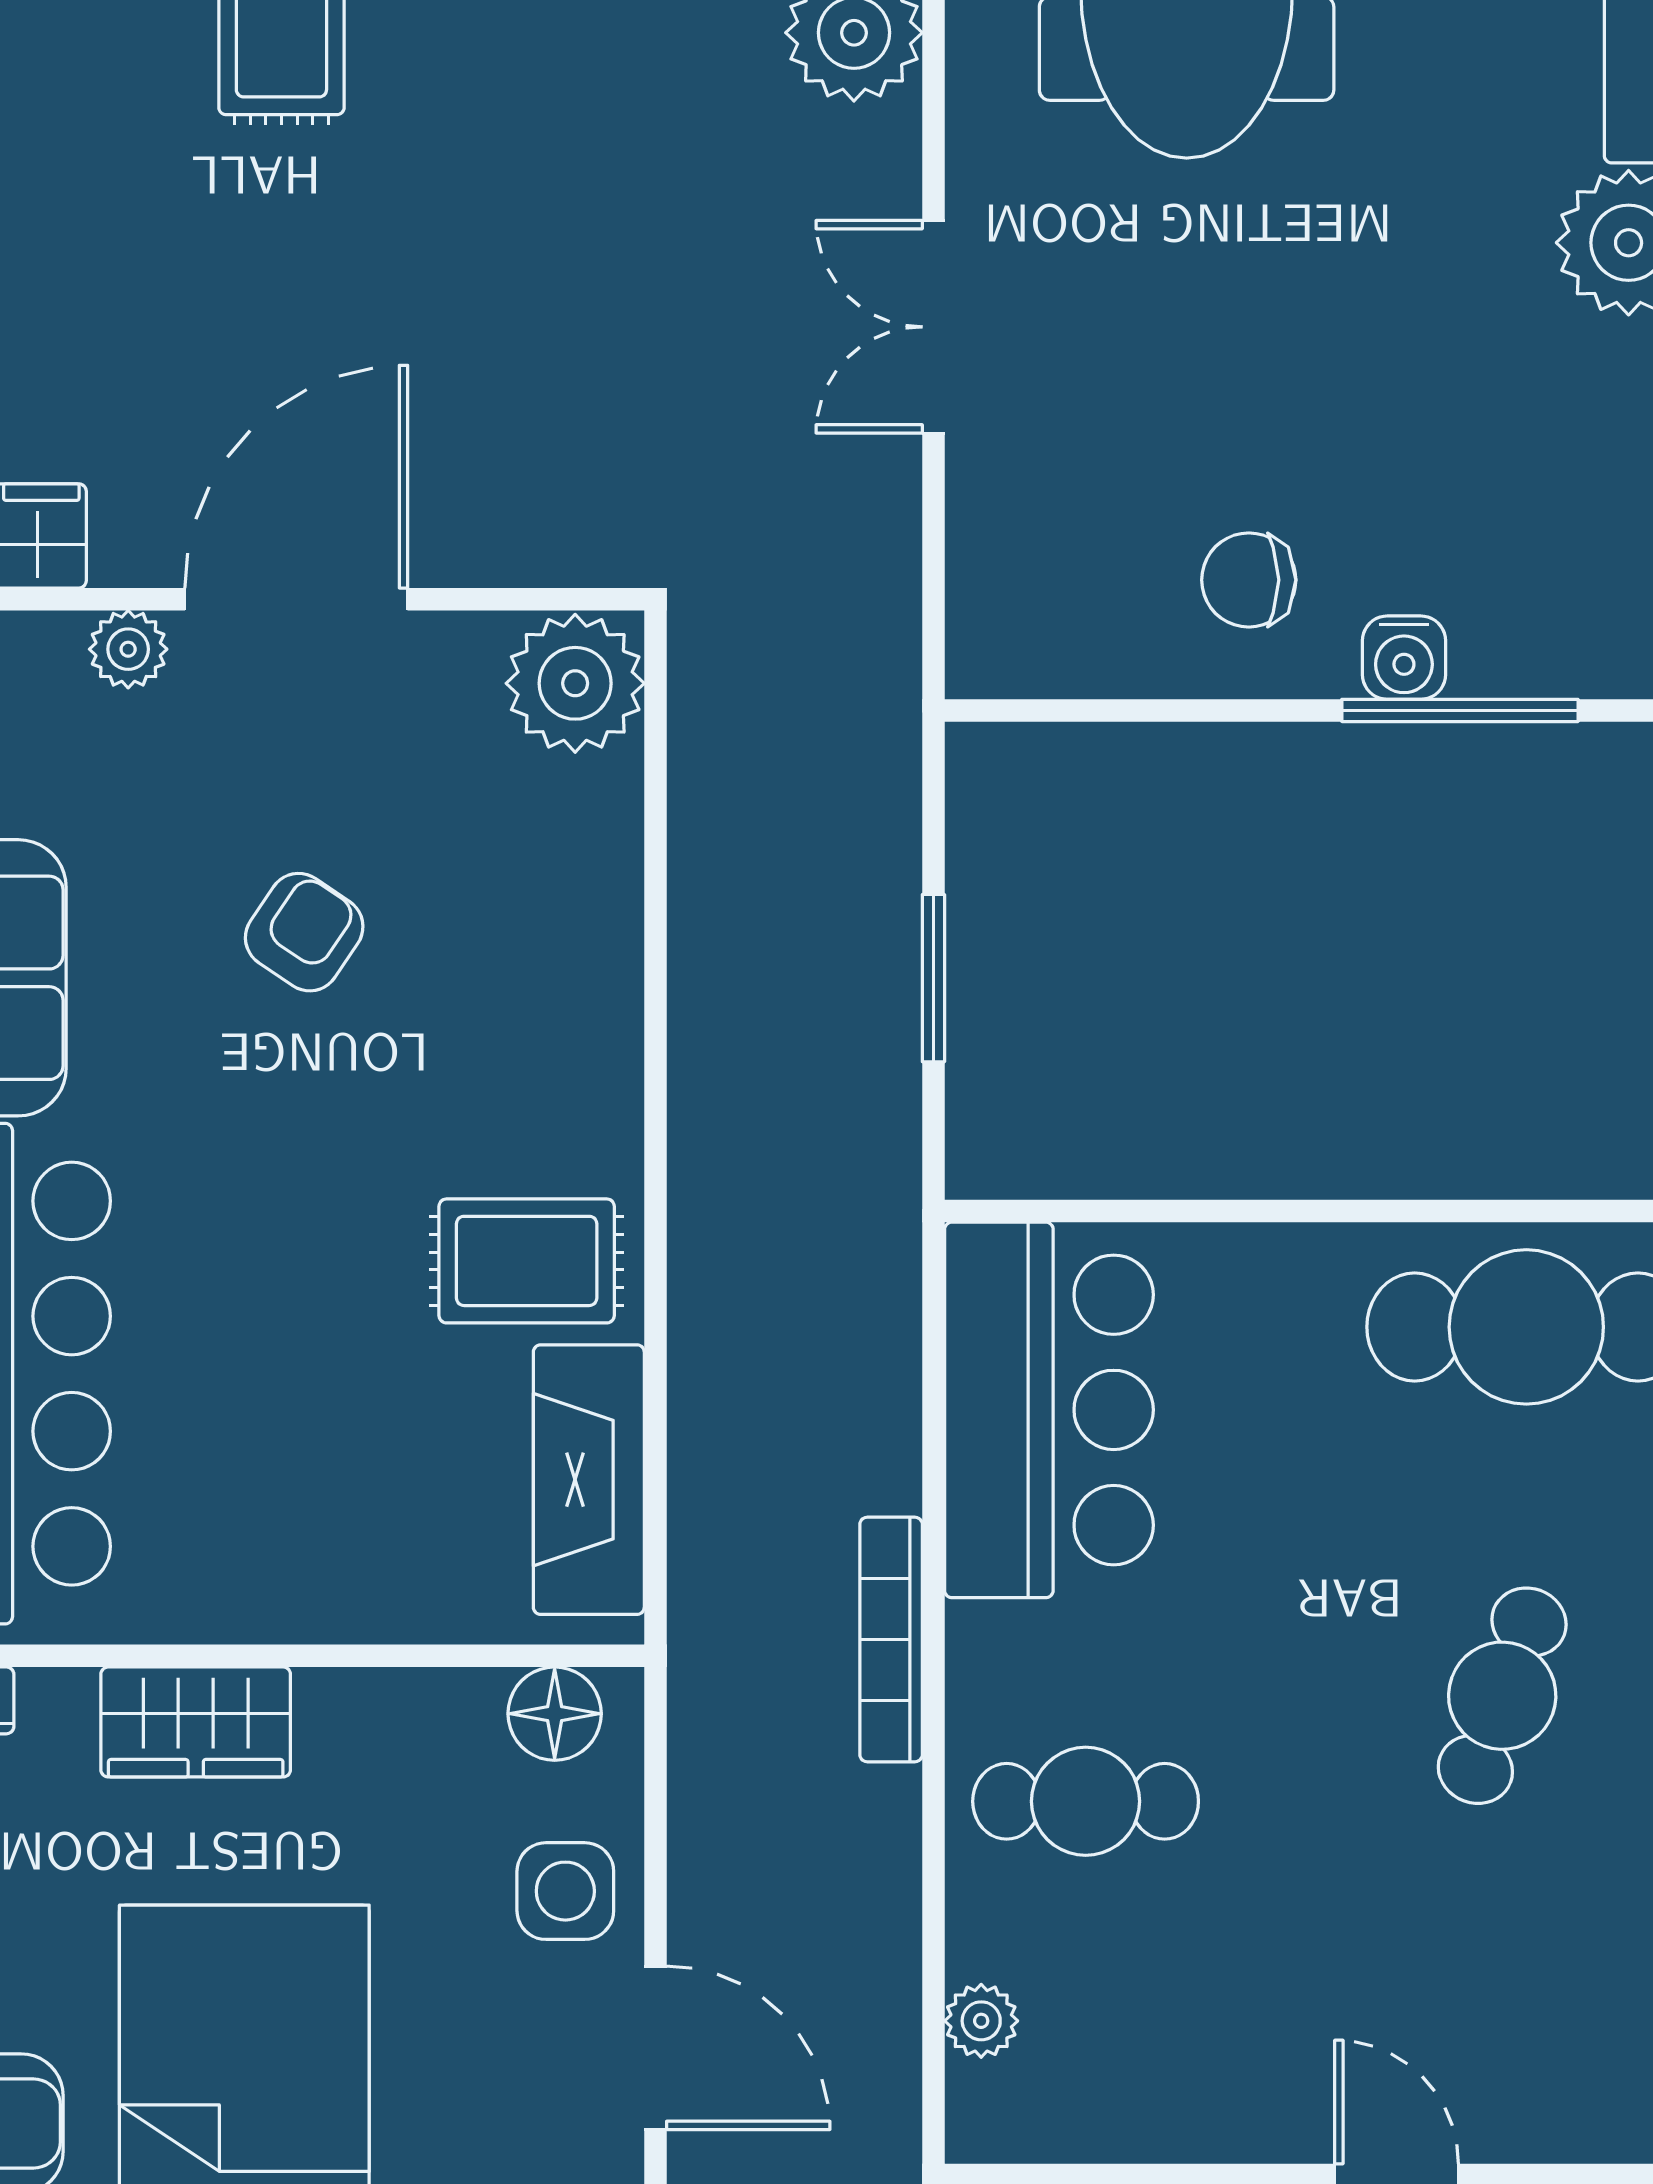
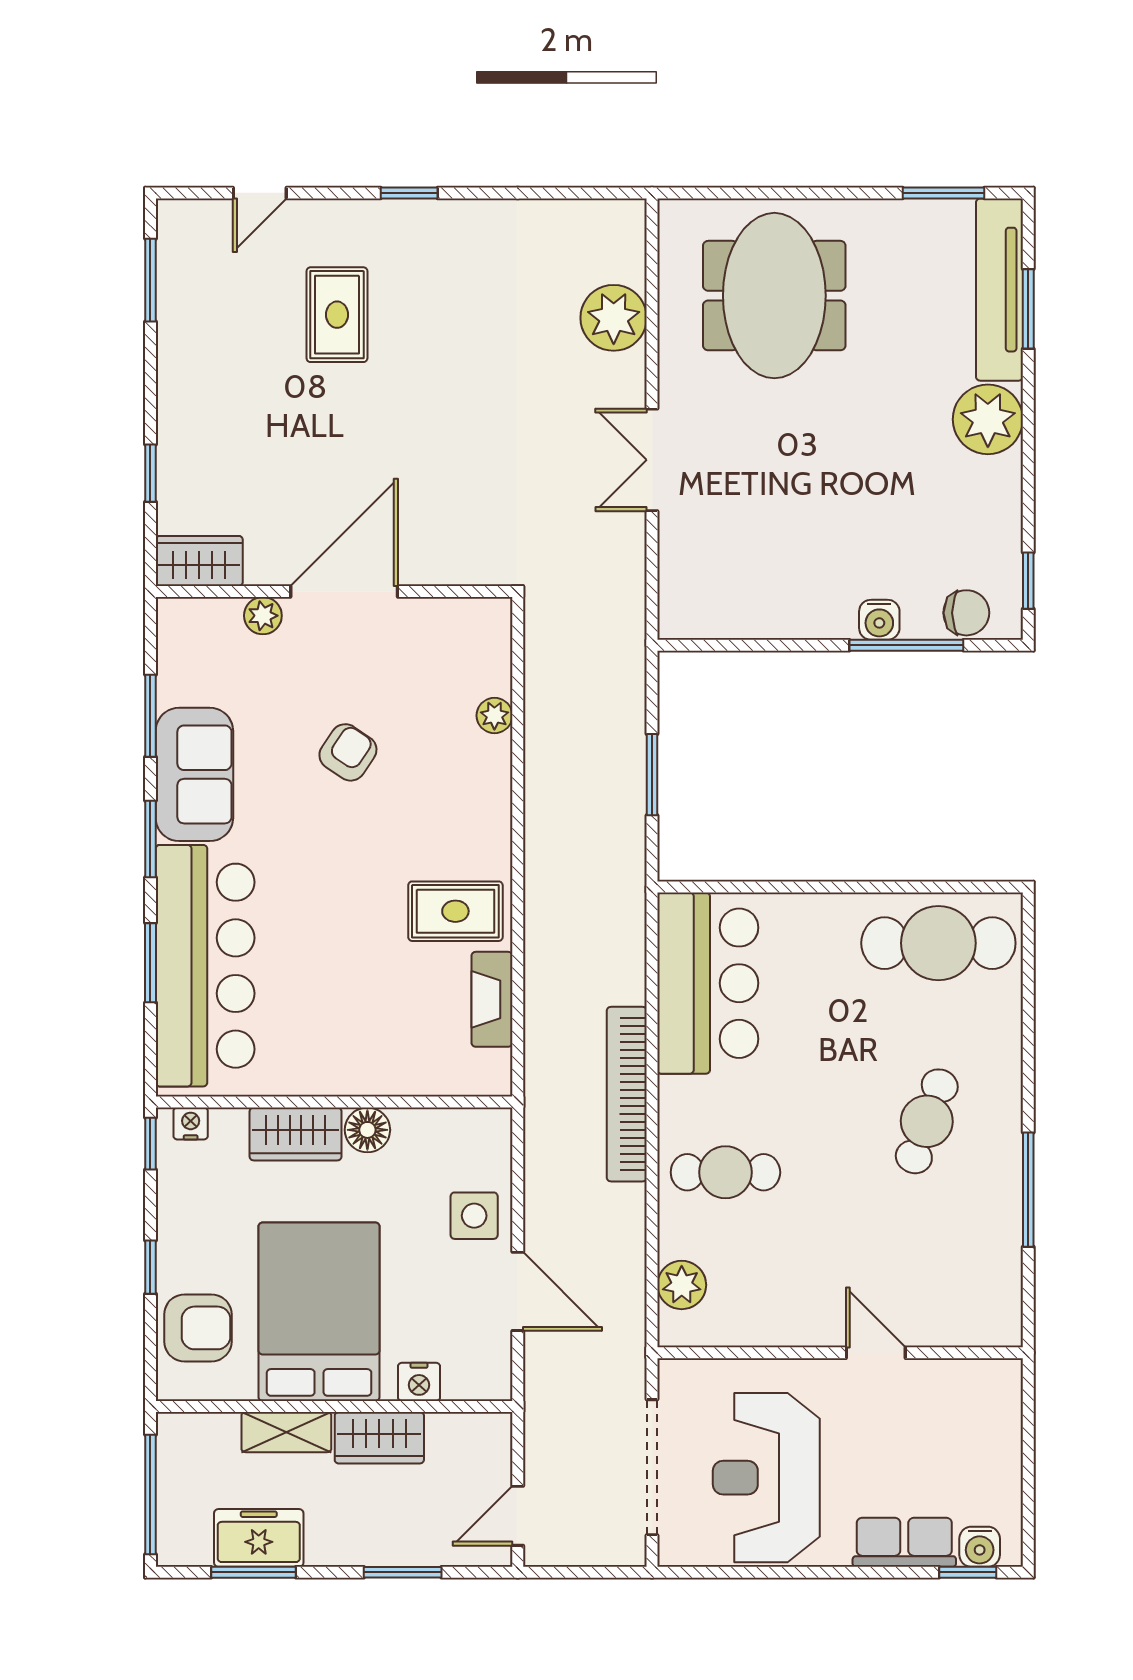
chair: (1249, 580) -> (966, 613), moved, turned 180
plant: (575, 683) -> (494, 716), moved, width x0.53, depth x0.53
fireplace: (589, 1480) -> (492, 999), width x0.73, depth x0.76
bookcase: (891, 1639) -> (627, 1094), width x1.48, depth x1.31
floor lamp: (555, 1714) -> (367, 1130), moved
plant: (981, 2021) -> (682, 1285), width x1.38, depth x1.38

